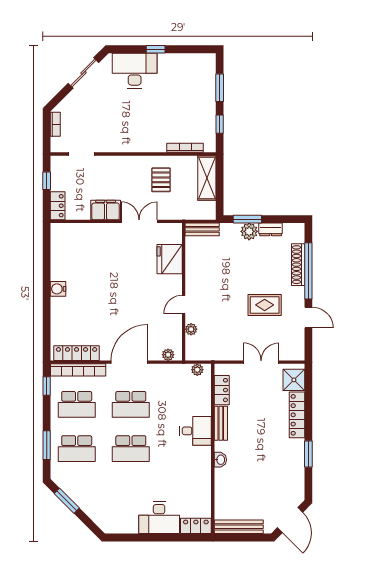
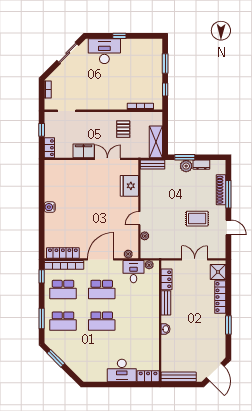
shelving: (207, 178) -> (156, 142), moved
window: (308, 271) -> (228, 194), width x0.68
desk: (196, 431) -> (133, 272), moved, turned -90

